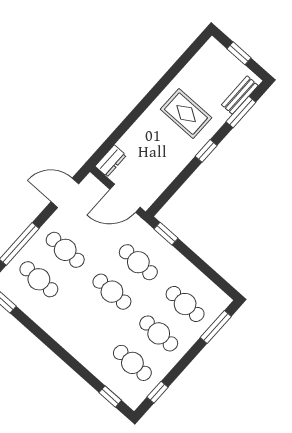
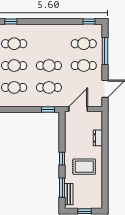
dresser: (111, 161) -> (98, 138), moved

